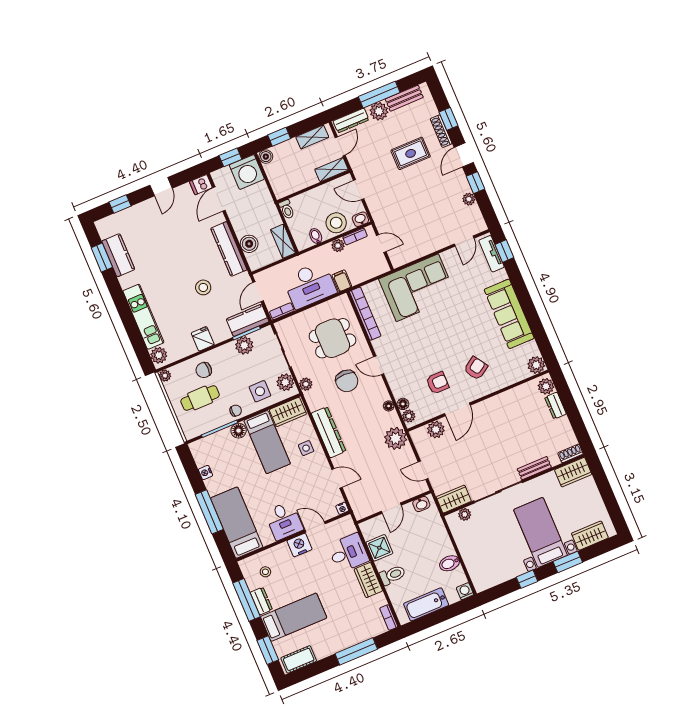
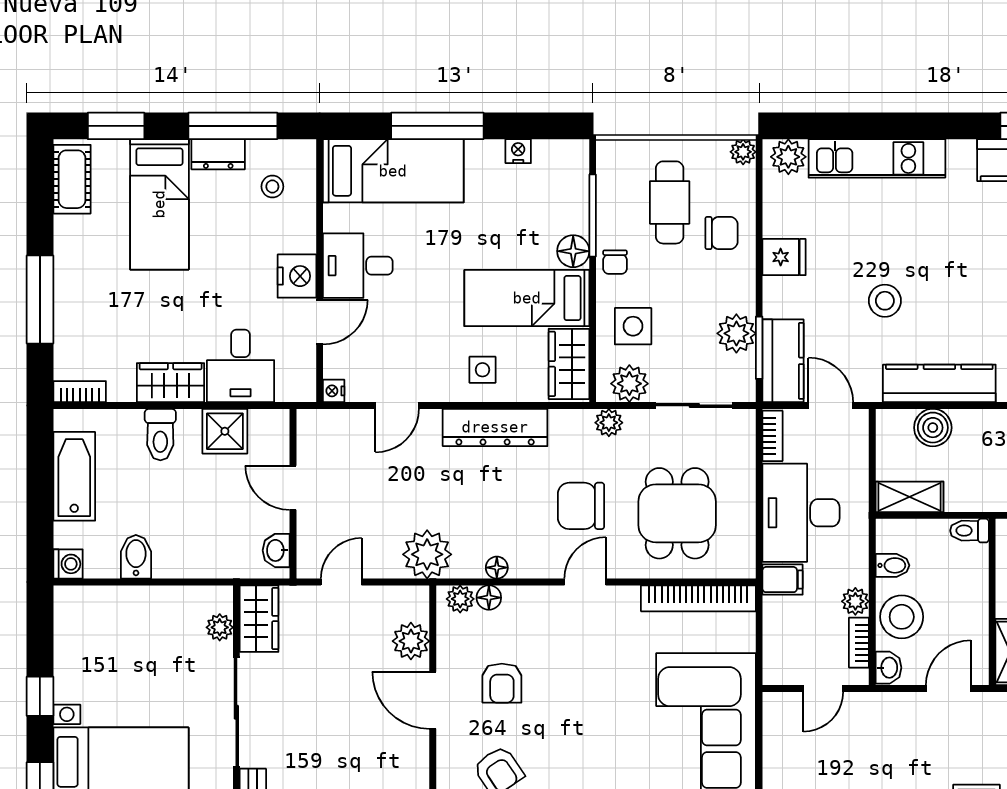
chair: (204, 370) -> (722, 233), turned 90

